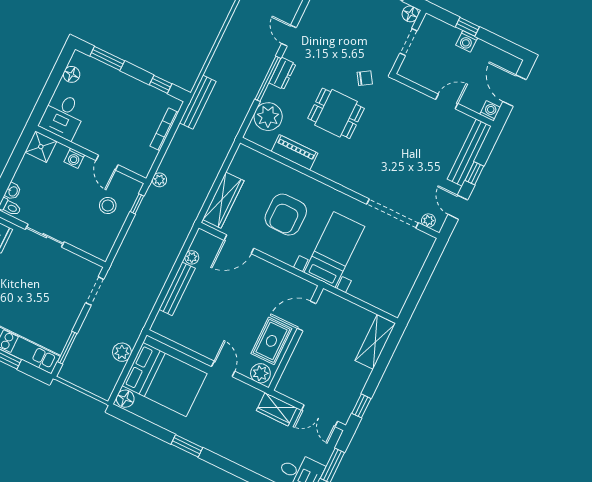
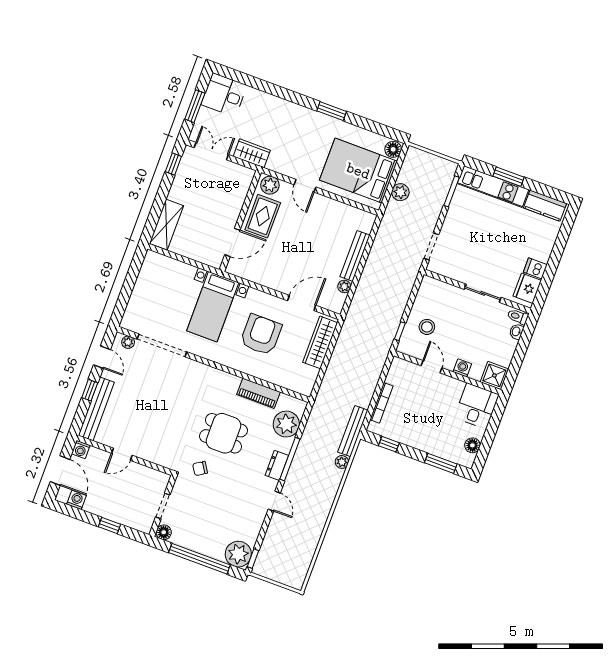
washing machine: (467, 41) -> (77, 500), moved
plant: (159, 180) -> (342, 462), moved

